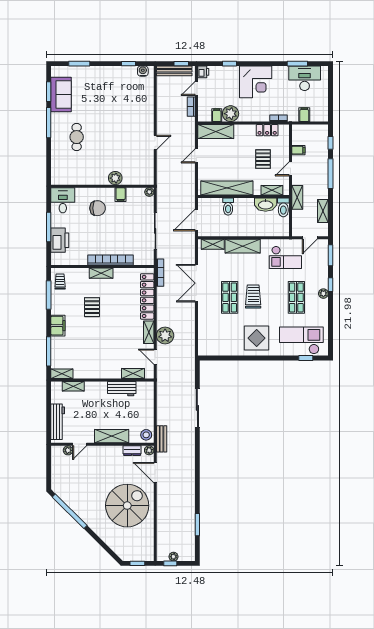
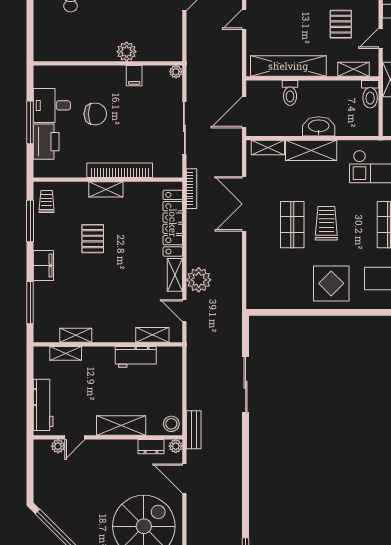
desk: (63, 200) -> (52, 105), moved, turned -90
washbasin: (266, 205) -> (319, 126), moved, turned 180
chair: (98, 208) -> (95, 114), moved
shelving: (62, 374) -> (76, 335), moved

